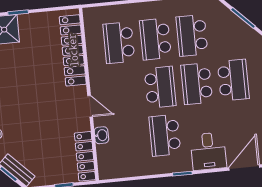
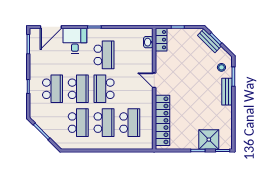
school desk: (233, 80) -> (53, 89), turned 180
washbasin: (101, 135) -> (148, 42), moved
locker: (85, 156) -> (161, 40), width x0.66

